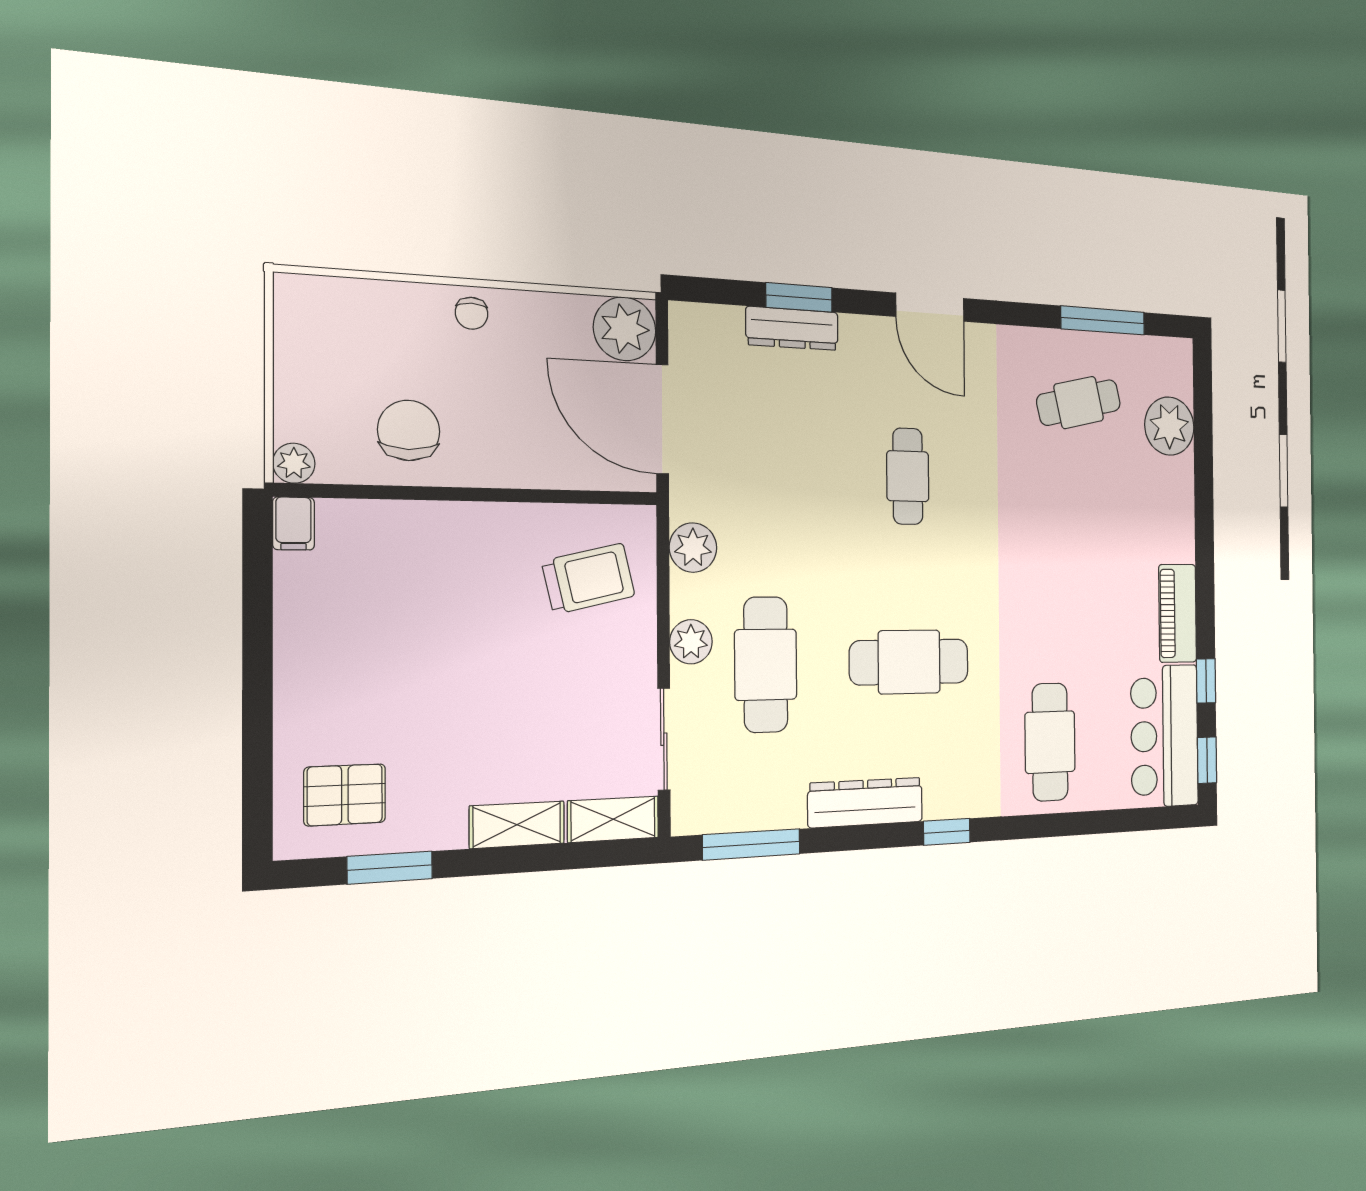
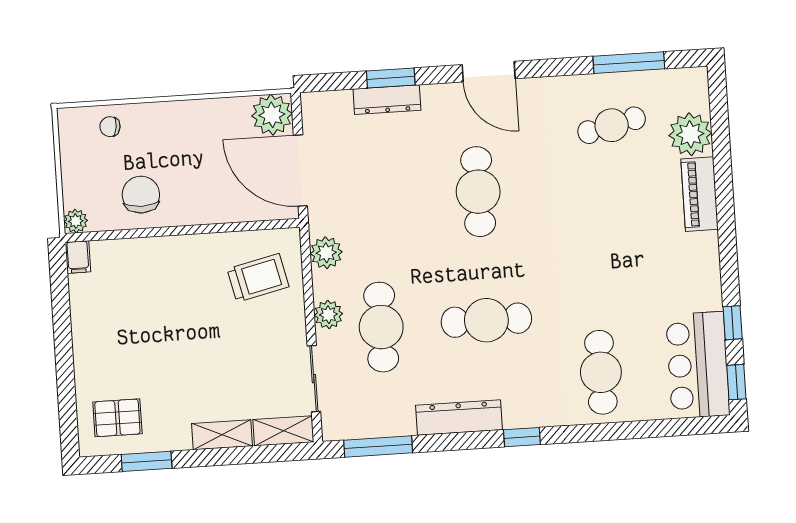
chair: (472, 313) -> (110, 127), moved, turned 97
cafe table: (908, 476) -> (478, 192), width x1.37, depth x1.35
piano: (1178, 613) -> (700, 194), moved

